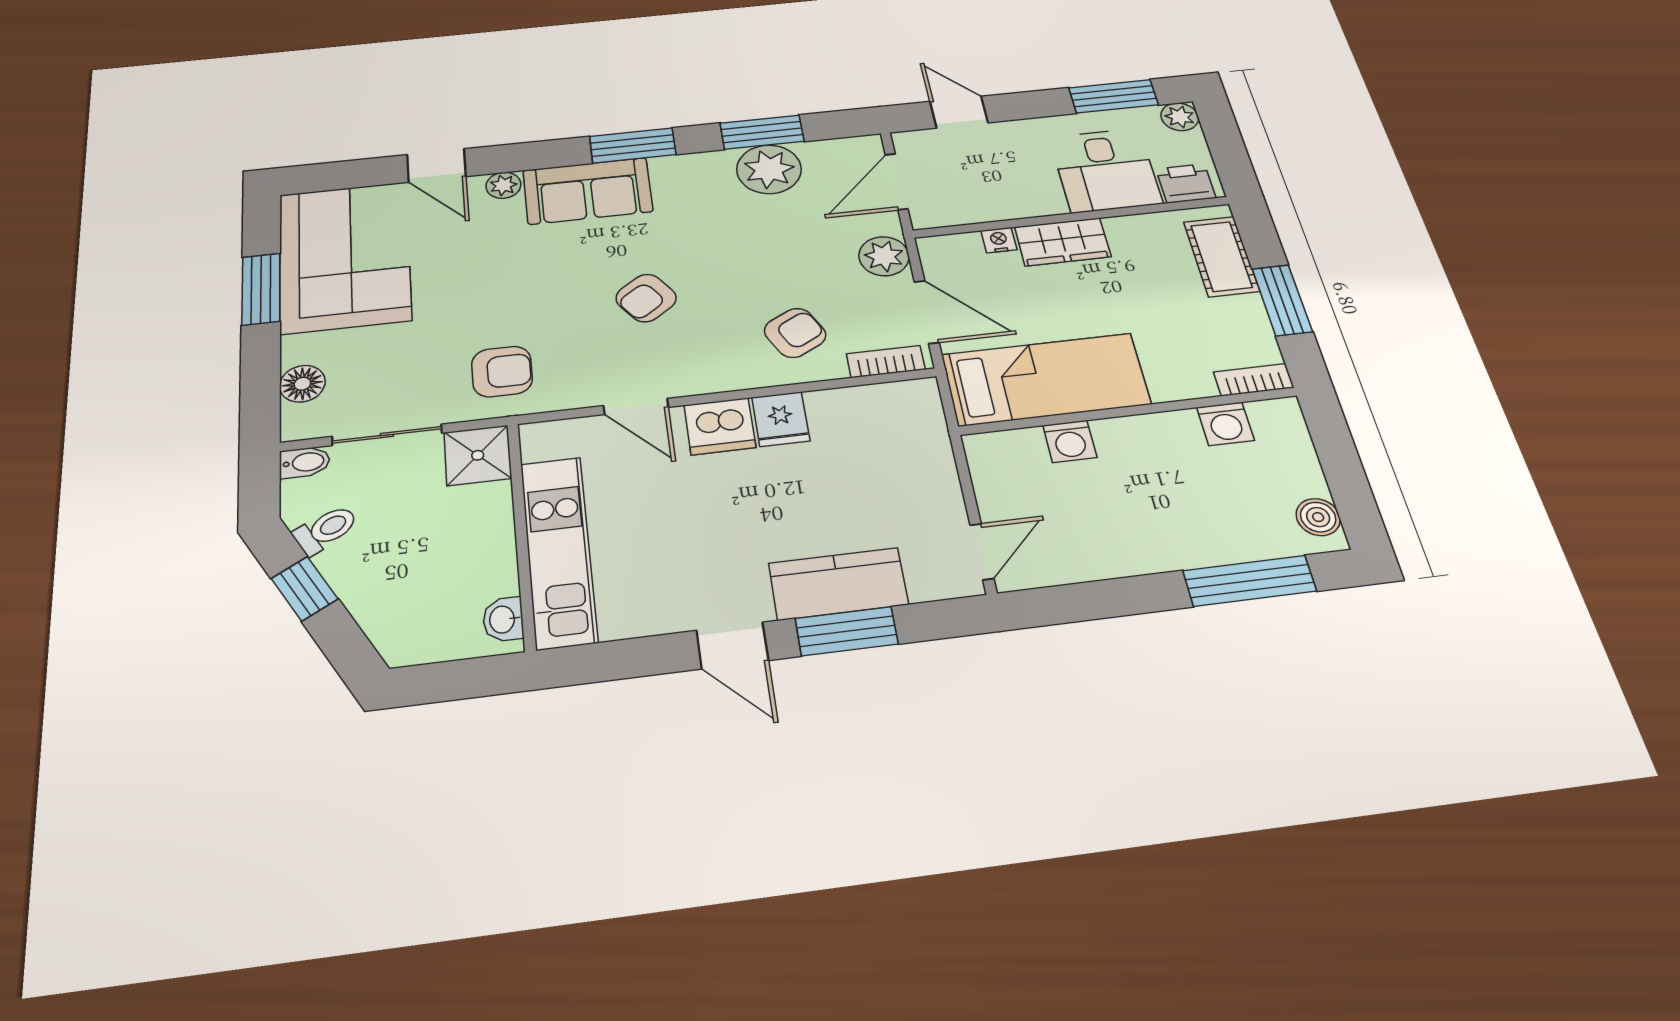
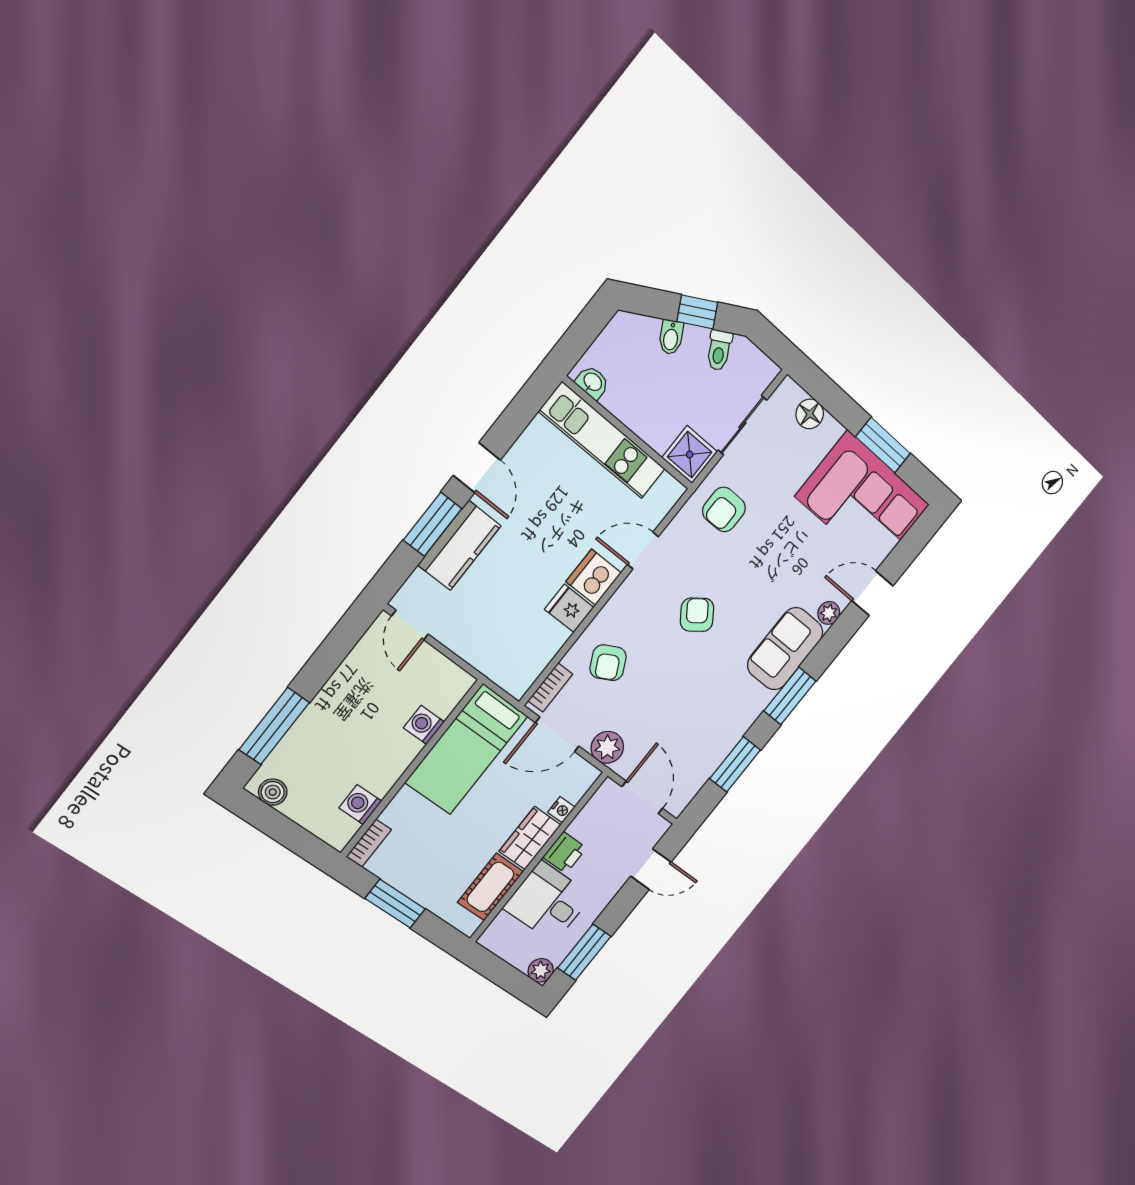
plant: (769, 169) -> (711, 745), removed
printer: (1186, 183) -> (565, 853), moved
cot: (1221, 256) -> (490, 887), moved, turned 90
bidet: (305, 462) -> (671, 337), moved, turned -30
door: (732, 645) -> (477, 468), swing flipped

